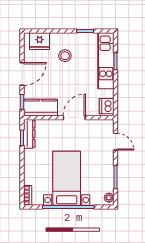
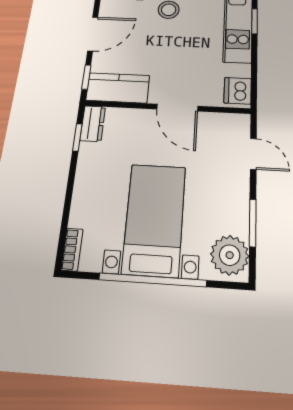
door: (74, 118) -> (177, 108), swing flipped
dresser: (29, 134) -> (93, 124), width x0.70
plant: (109, 198) -> (230, 255), width x1.88, depth x1.88

